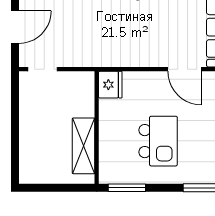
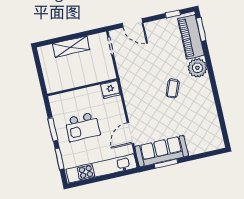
shelving: (84, 146) -> (71, 47), moved
window: (127, 188) -> (53, 129), moved

